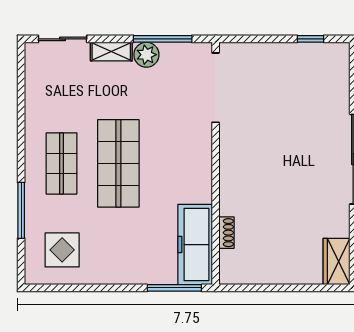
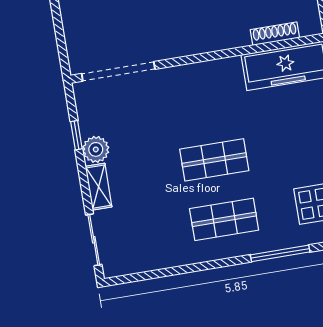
window: (163, 39) -> (76, 135), width x0.46
shop shelf: (118, 163) -> (214, 160), width x0.70, depth x0.74
shoe rack: (226, 233) -> (275, 34), width x1.43

